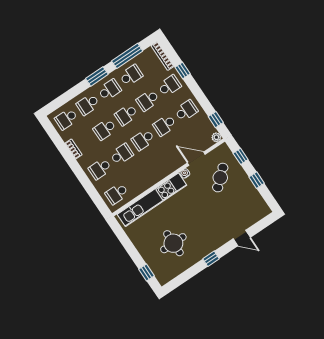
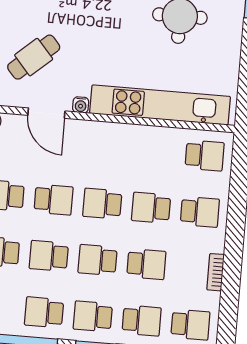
school desk: (148, 100) -> (49, 256), turned 180
school desk: (126, 115) -> (98, 260), turned 180
school desk: (143, 140) -> (102, 204), turned 180

